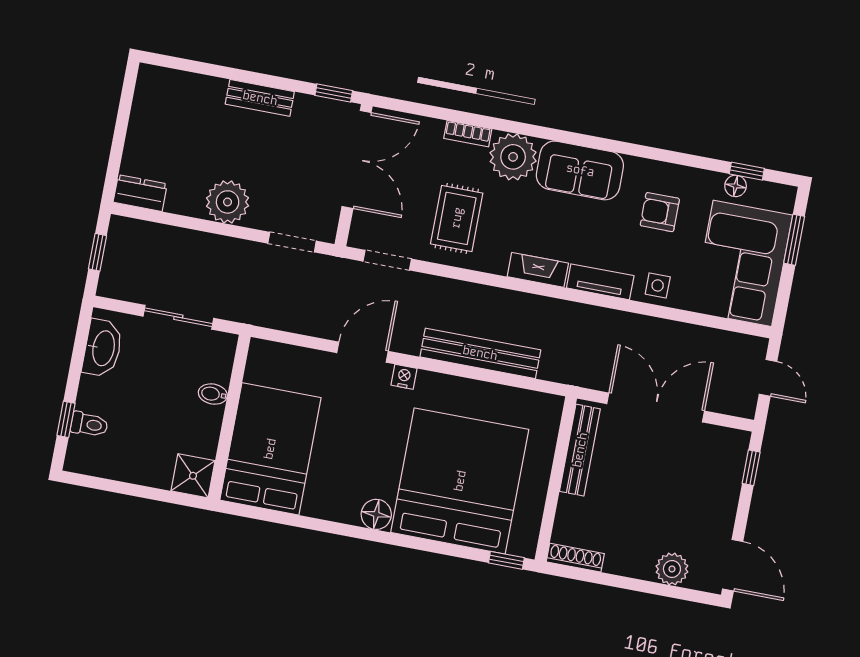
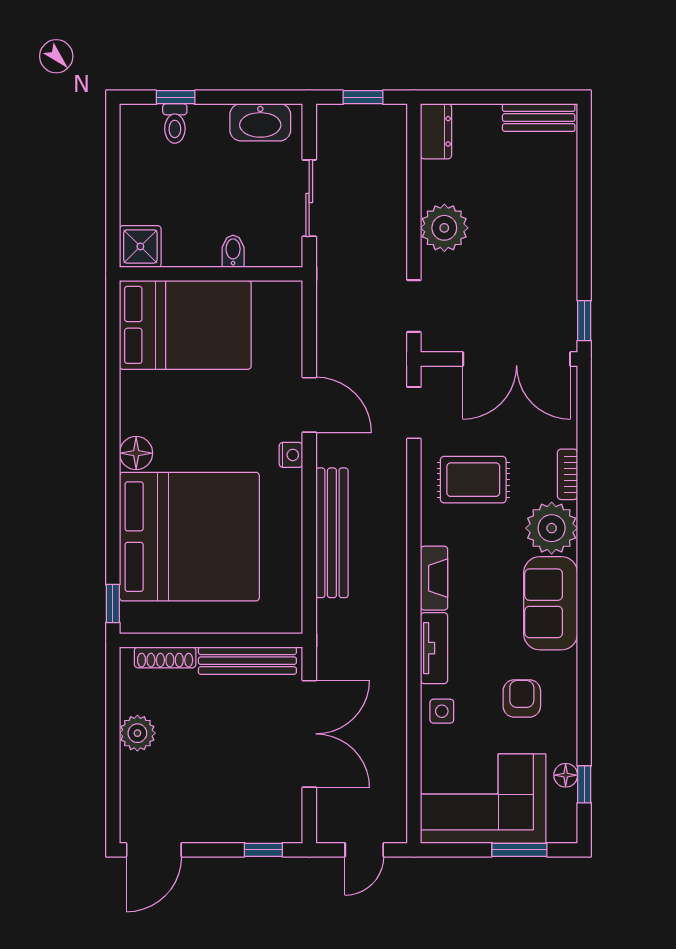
bench: (260, 98) -> (539, 118), moved, turned 90
shoe rack: (575, 558) -> (165, 657), moved, turned 90
plant: (672, 569) -> (137, 733), moved

